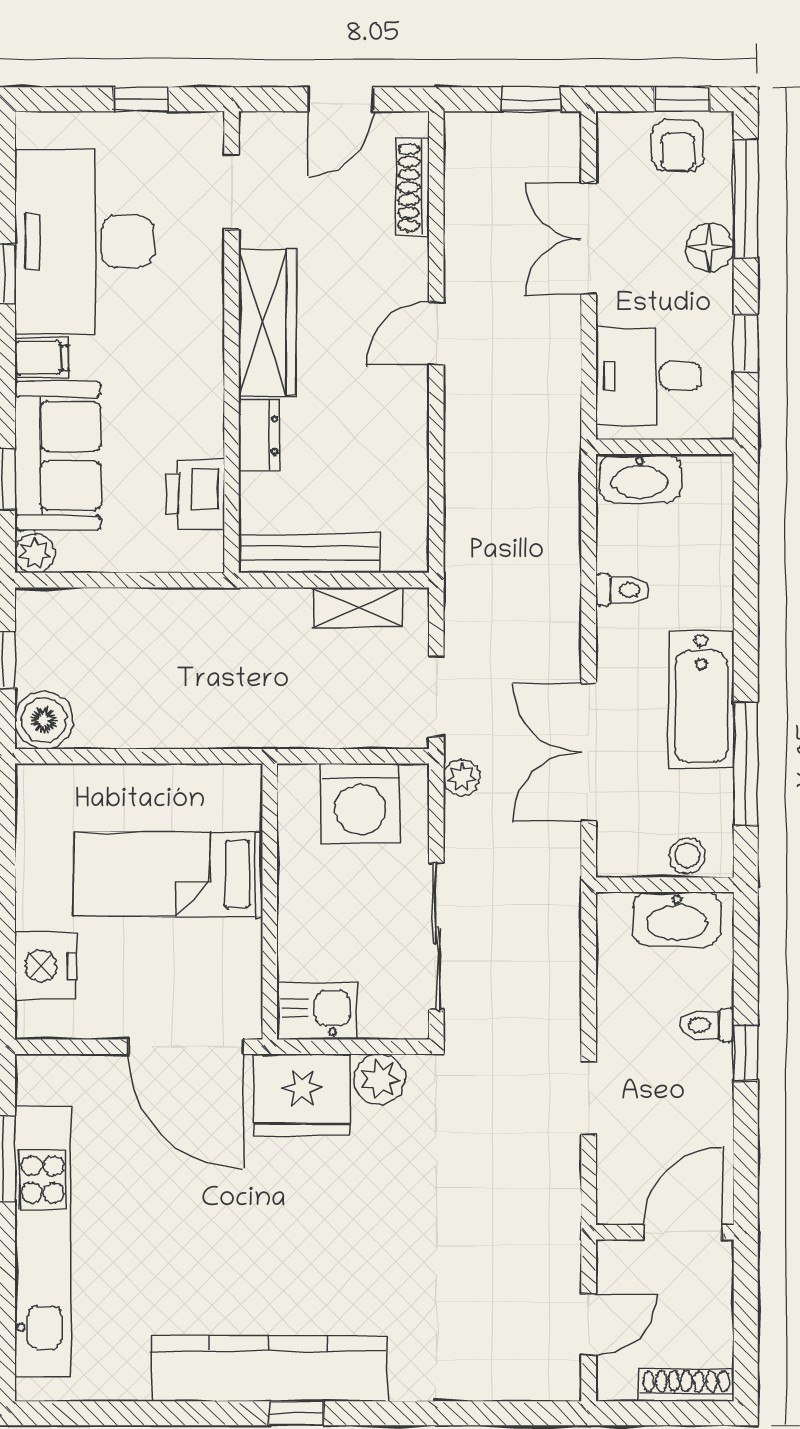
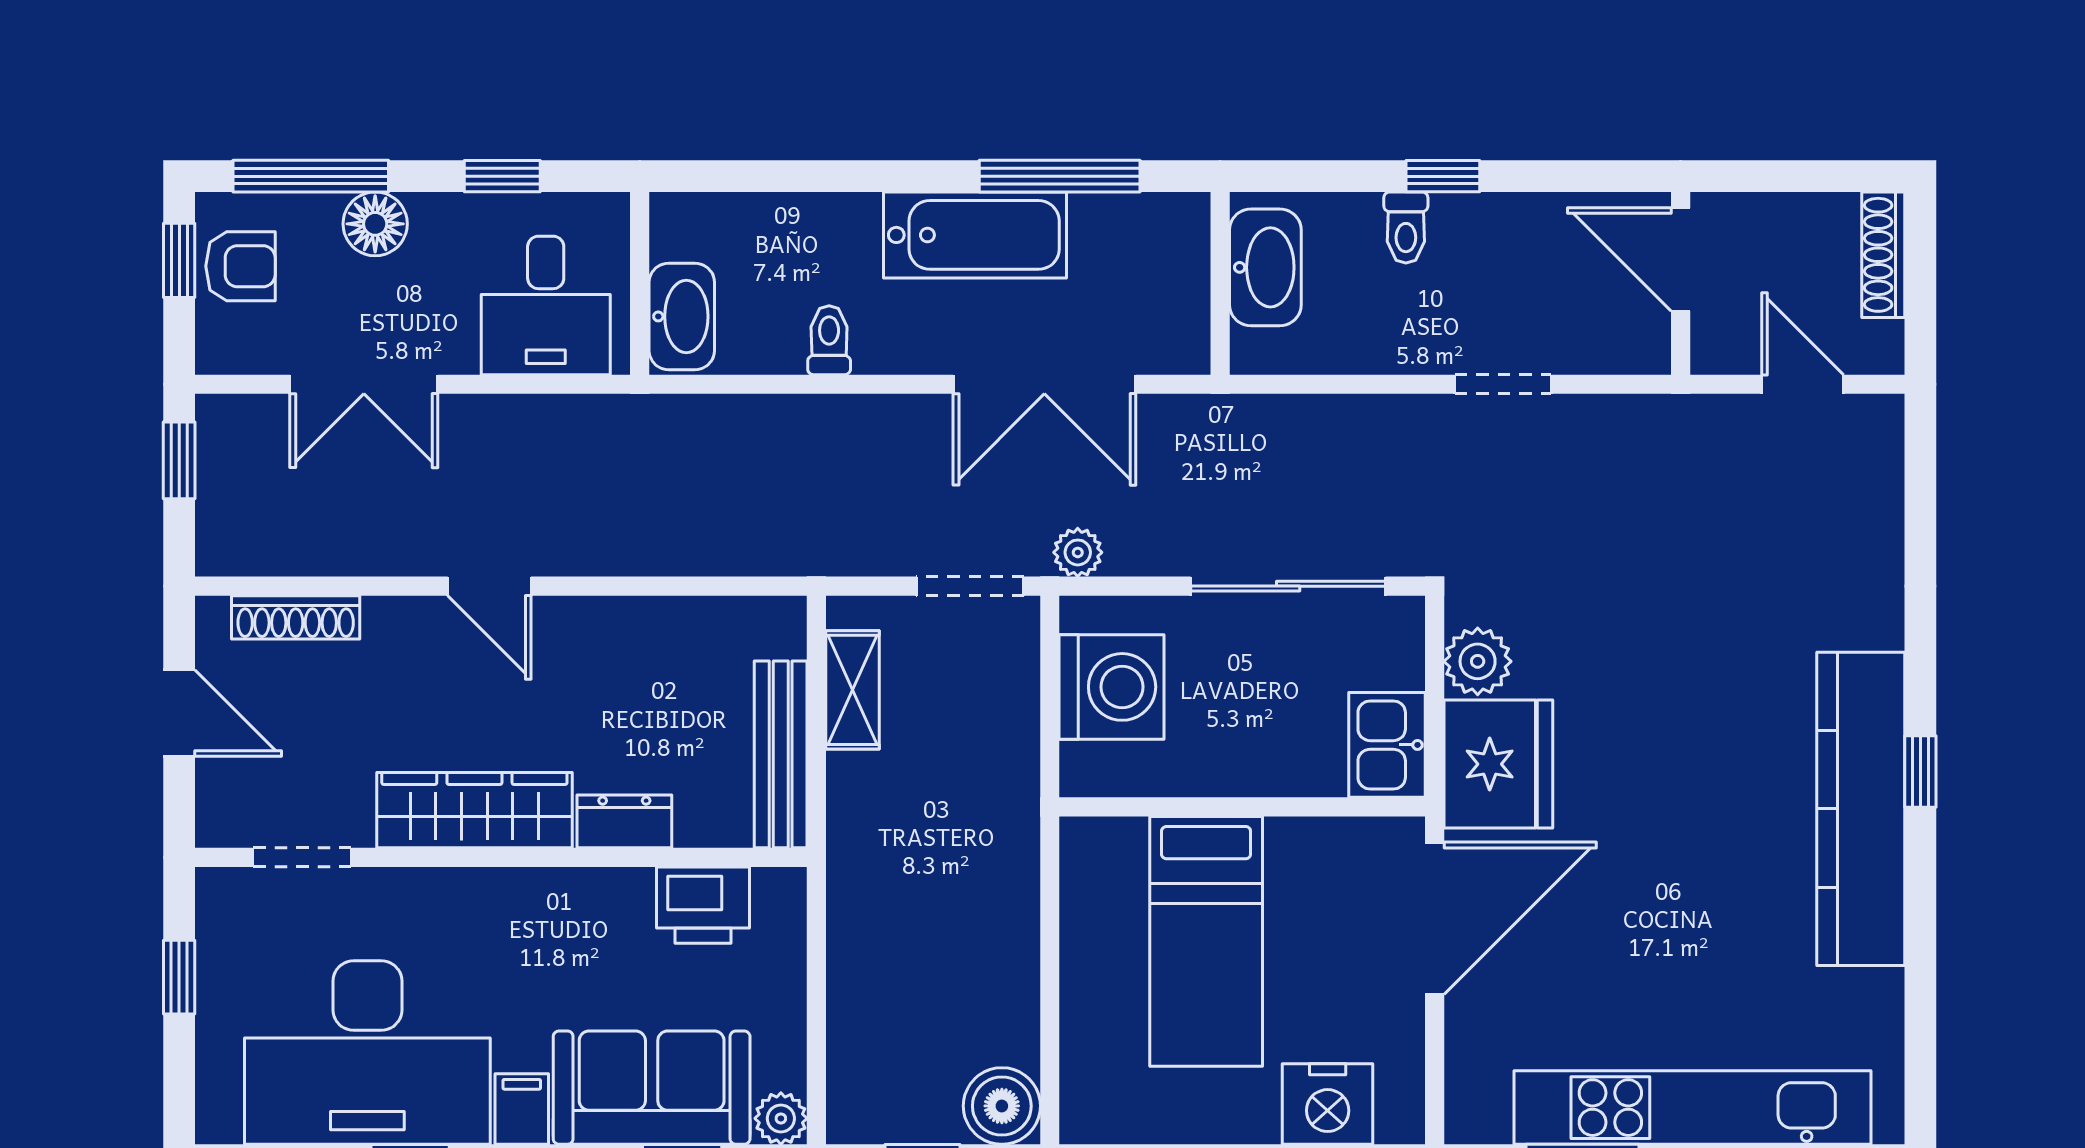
stool: (687, 856) -> (1182, 254), removed

